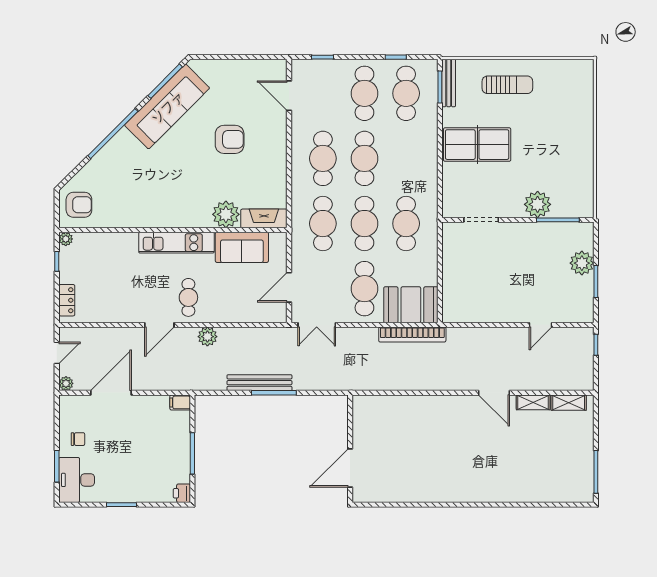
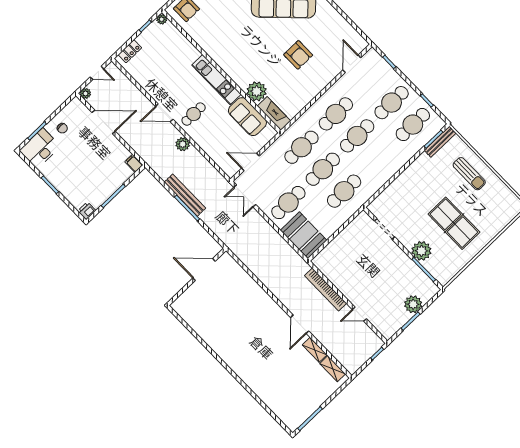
table tennis table: (477, 145) -> (454, 223), moved
bookcase: (412, 335) -> (326, 289), moved
door: (350, 468) -> (204, 270), moved

